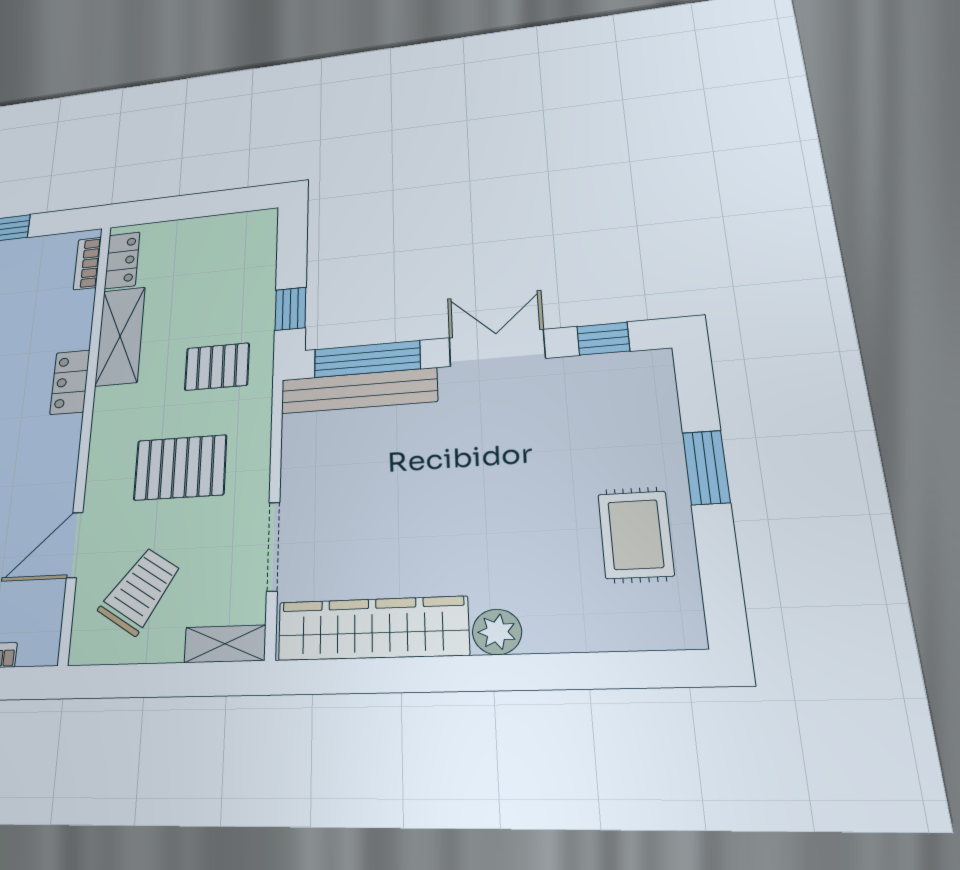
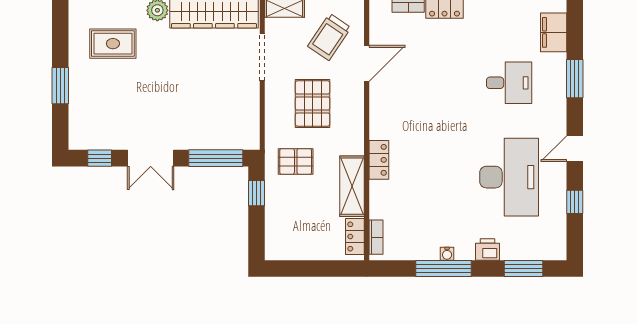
bench: (358, 391) -> (220, 140), removed
pallet: (180, 468) -> (313, 103), turned 90
rug: (636, 535) -> (113, 44), moved, turned 90

